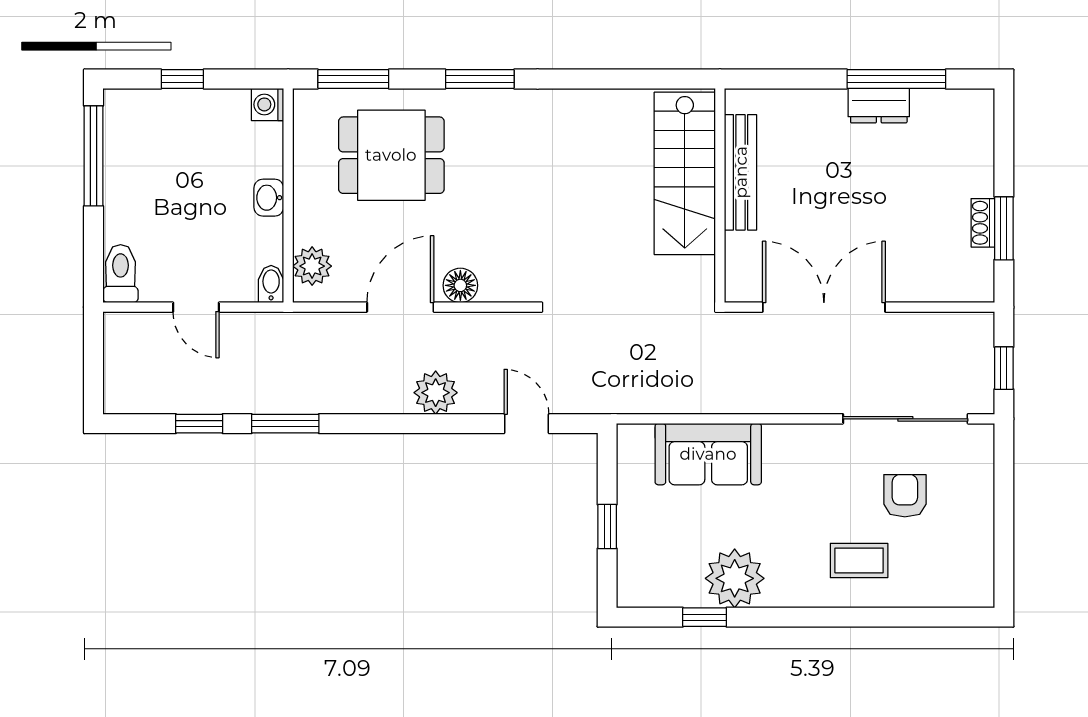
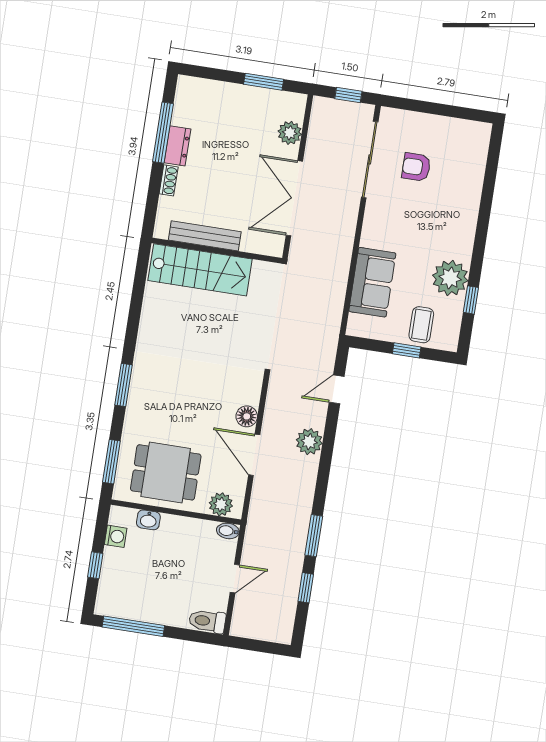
washing machine: (268, 104) -> (116, 536), moved, turned -90
dining table: (391, 155) -> (166, 472), moved, turned 90
washbasin: (269, 198) -> (148, 520), moved
shoe rack: (983, 223) -> (169, 180), moved, turned -90
plant: (928, 283) -> (290, 133), added
coffee table: (859, 560) -> (421, 325), moved

